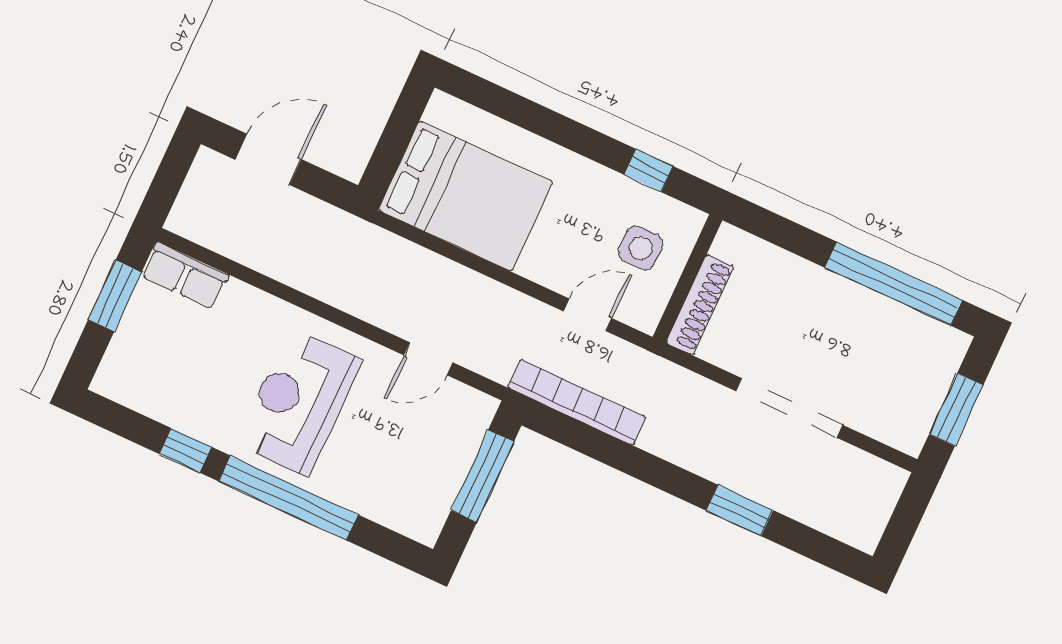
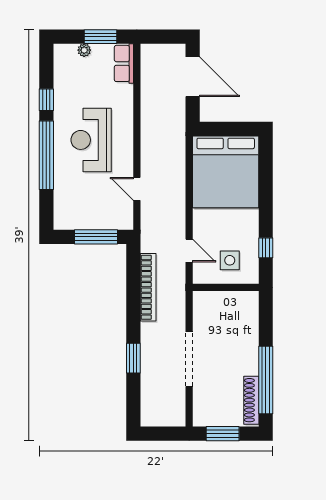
door: (268, 159) -> (193, 77), width x1.36
bed: (465, 196) -> (226, 172), width x1.36
shoe rack: (700, 305) -> (251, 400), moved, turned 90
plant: (126, 338) -> (84, 50), added
reception desk: (299, 402) -> (91, 140), turned -90
bookcase: (577, 402) -> (148, 287), moved

